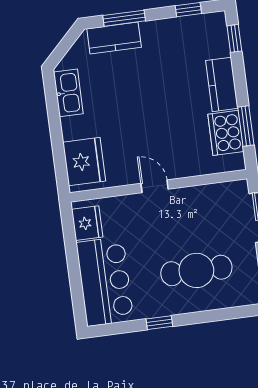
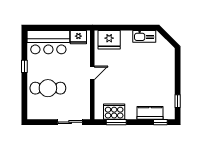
window: (124, 18) -> (178, 69), removed
kitchen counter: (114, 38) -> (168, 62), removed
kitchen counter: (222, 84) -> (150, 113), moved
cafe table: (196, 270) -> (48, 88), turned 90

